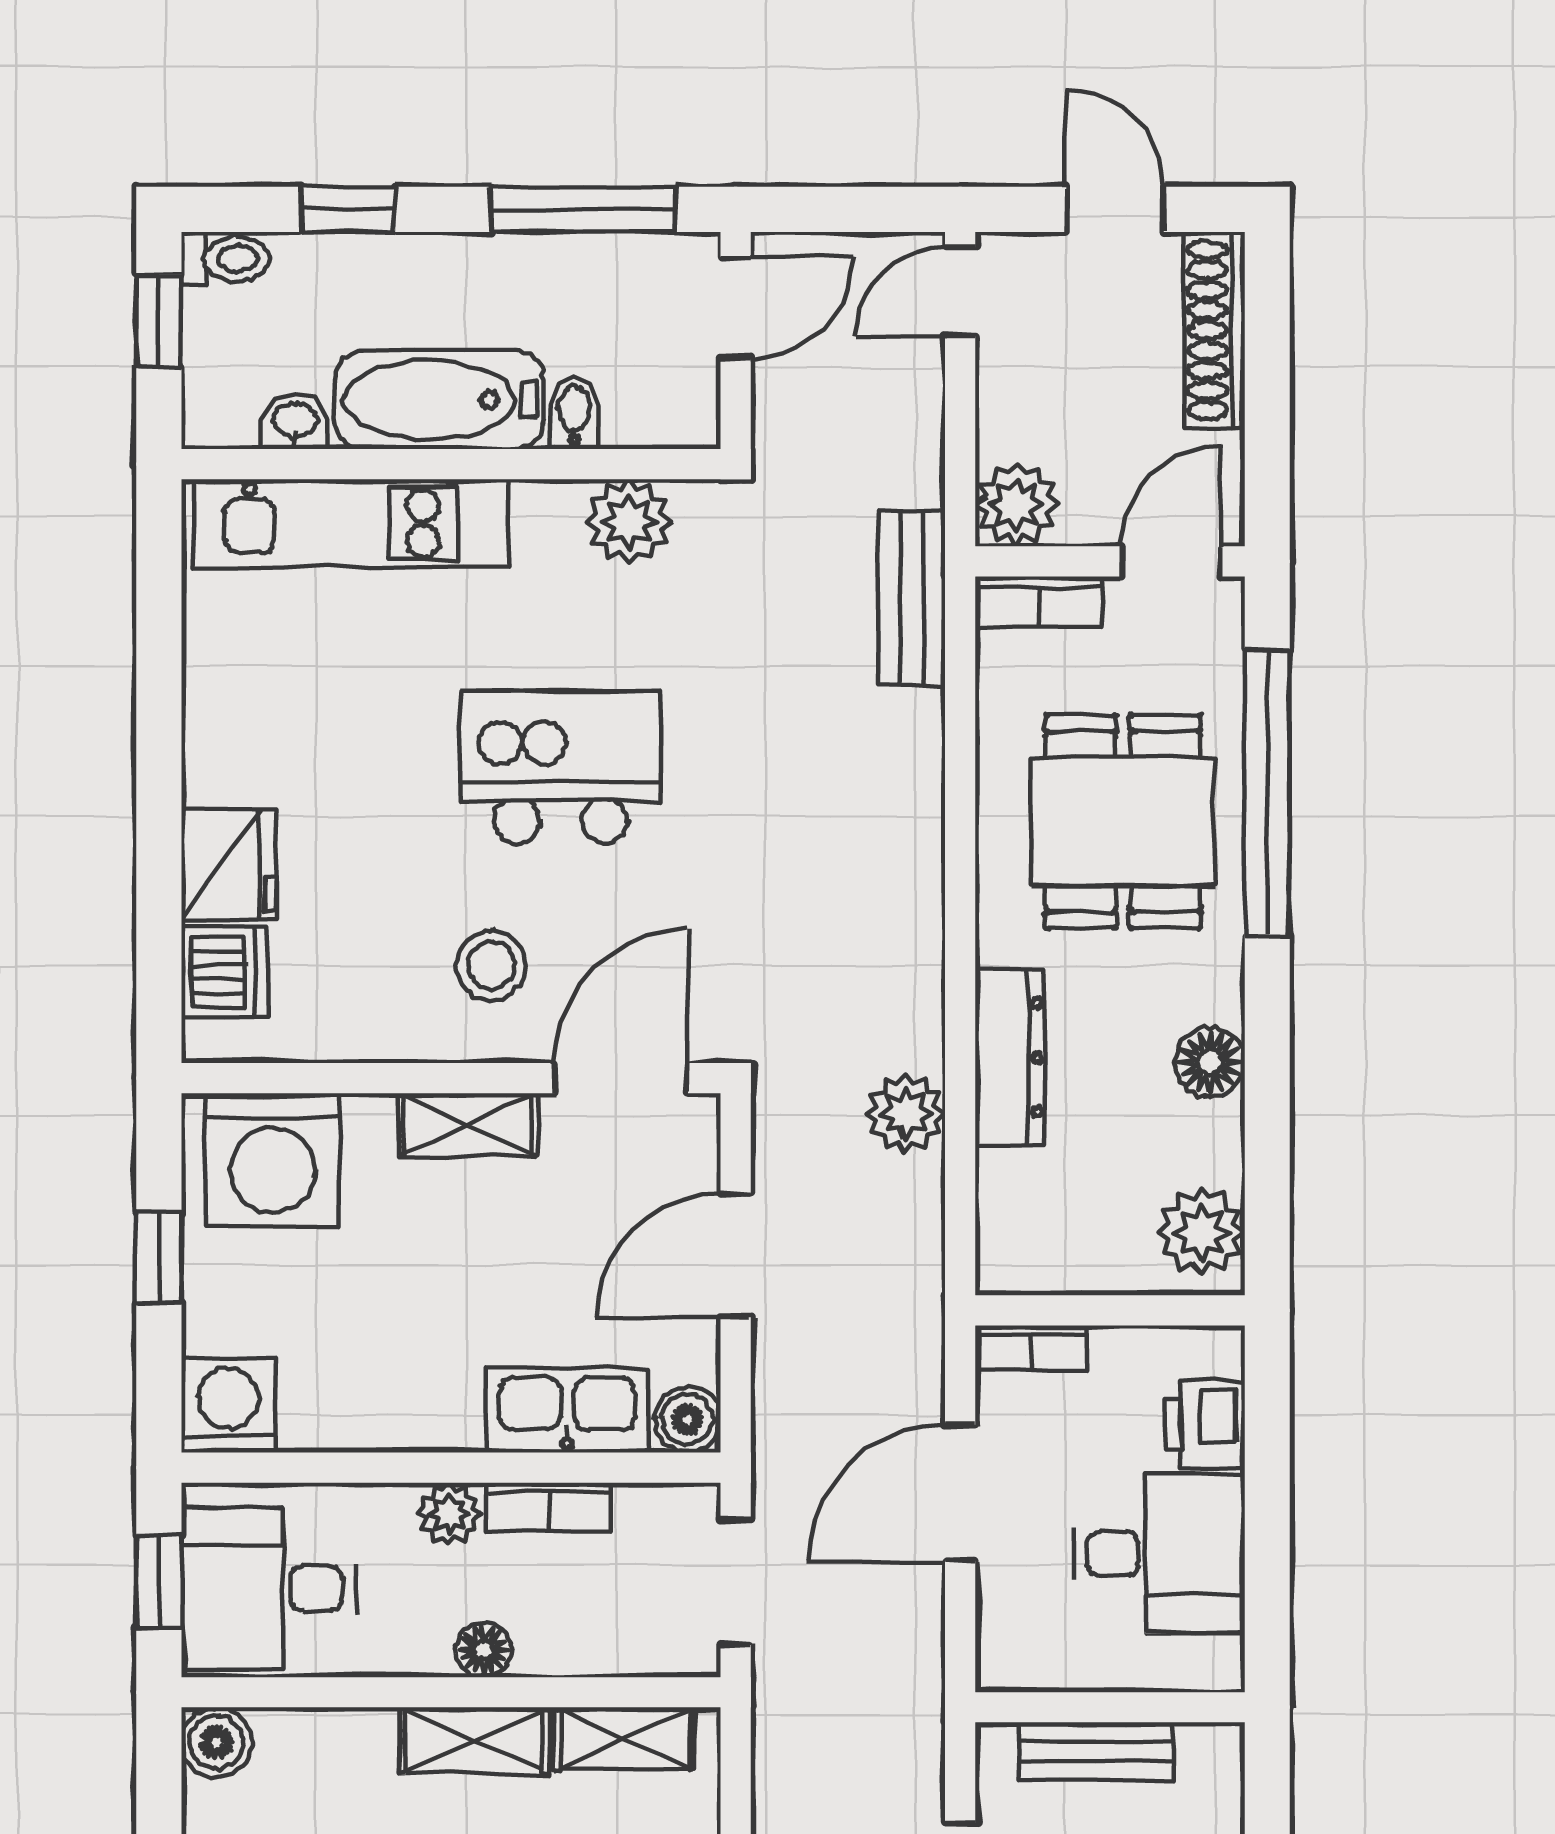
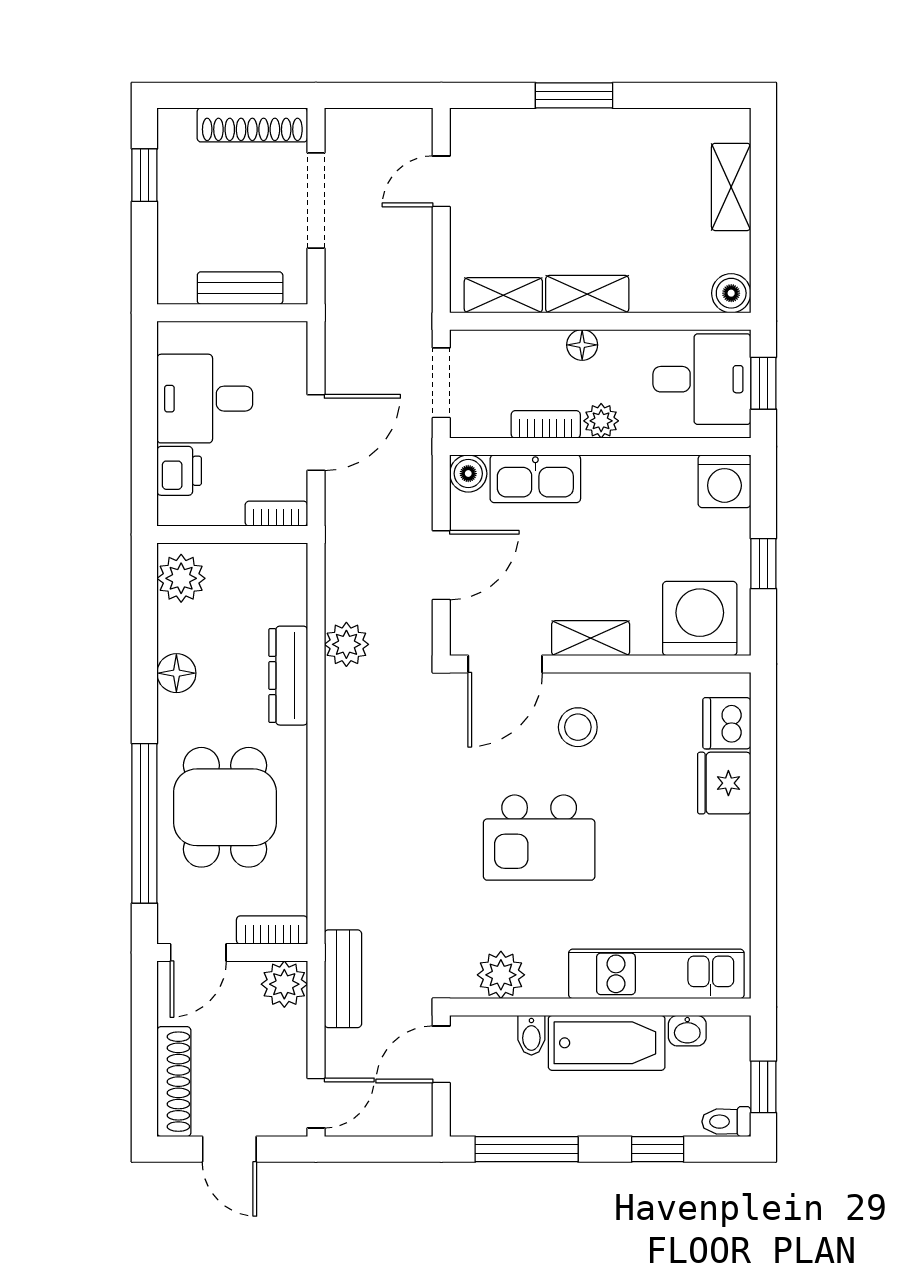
door: (736, 308) -> (441, 1054), moved
bench: (912, 598) -> (343, 979), moved

